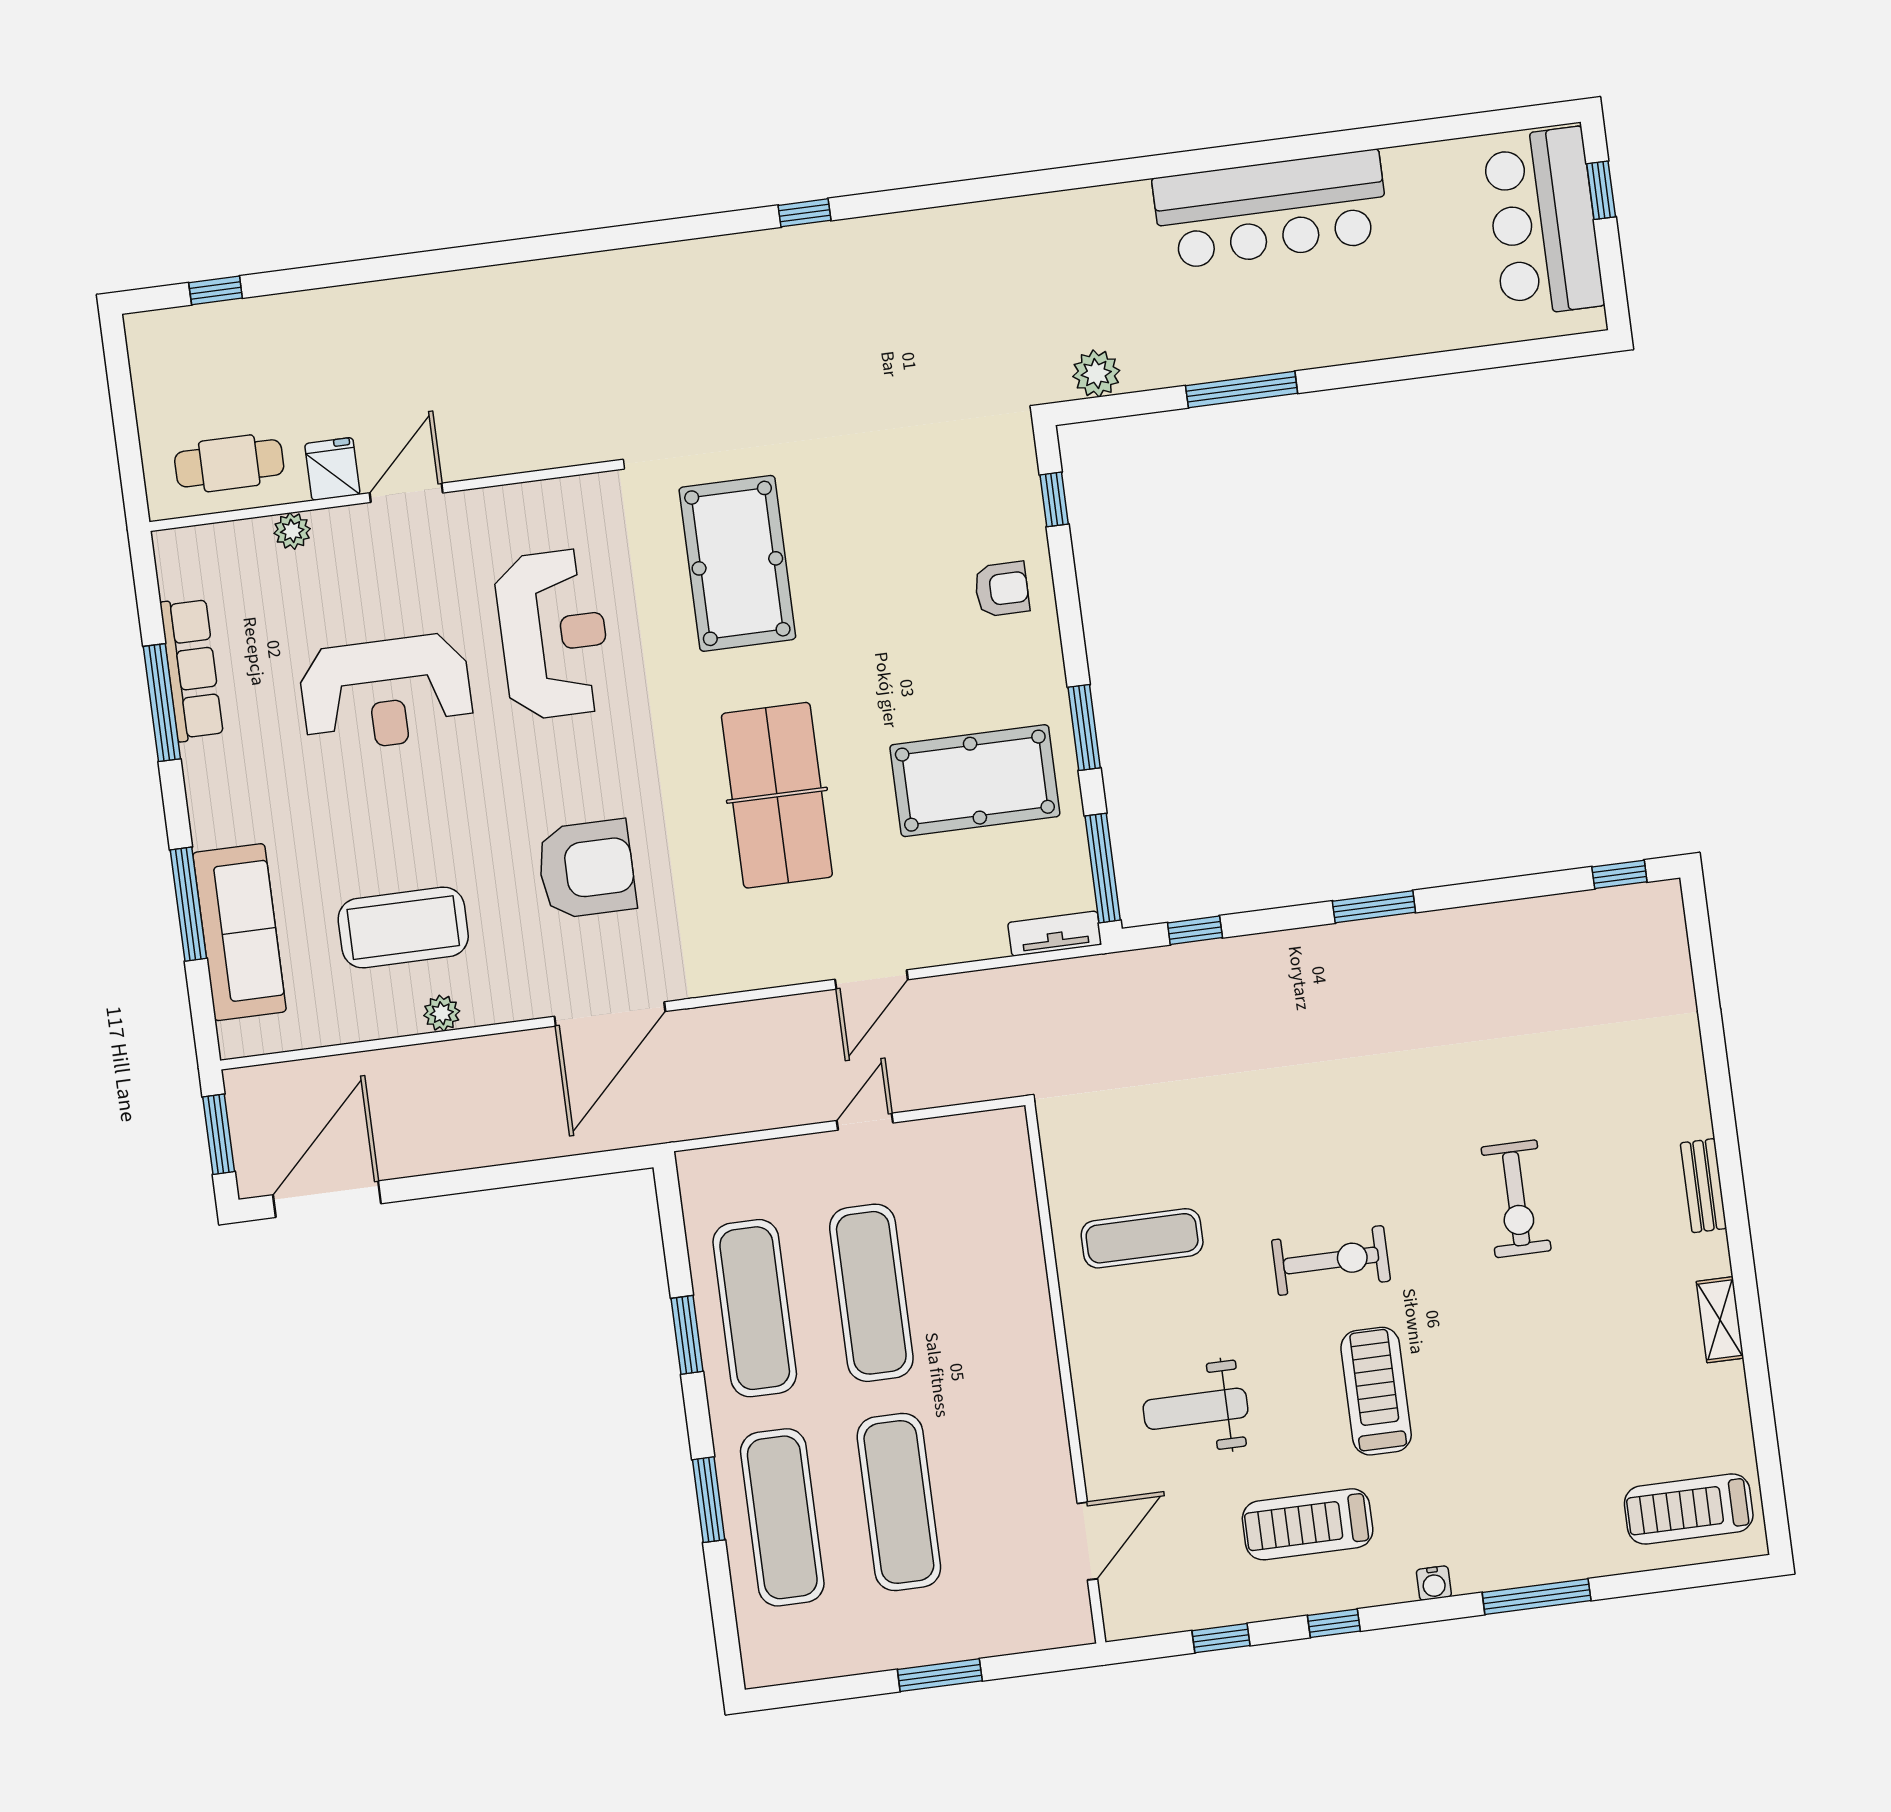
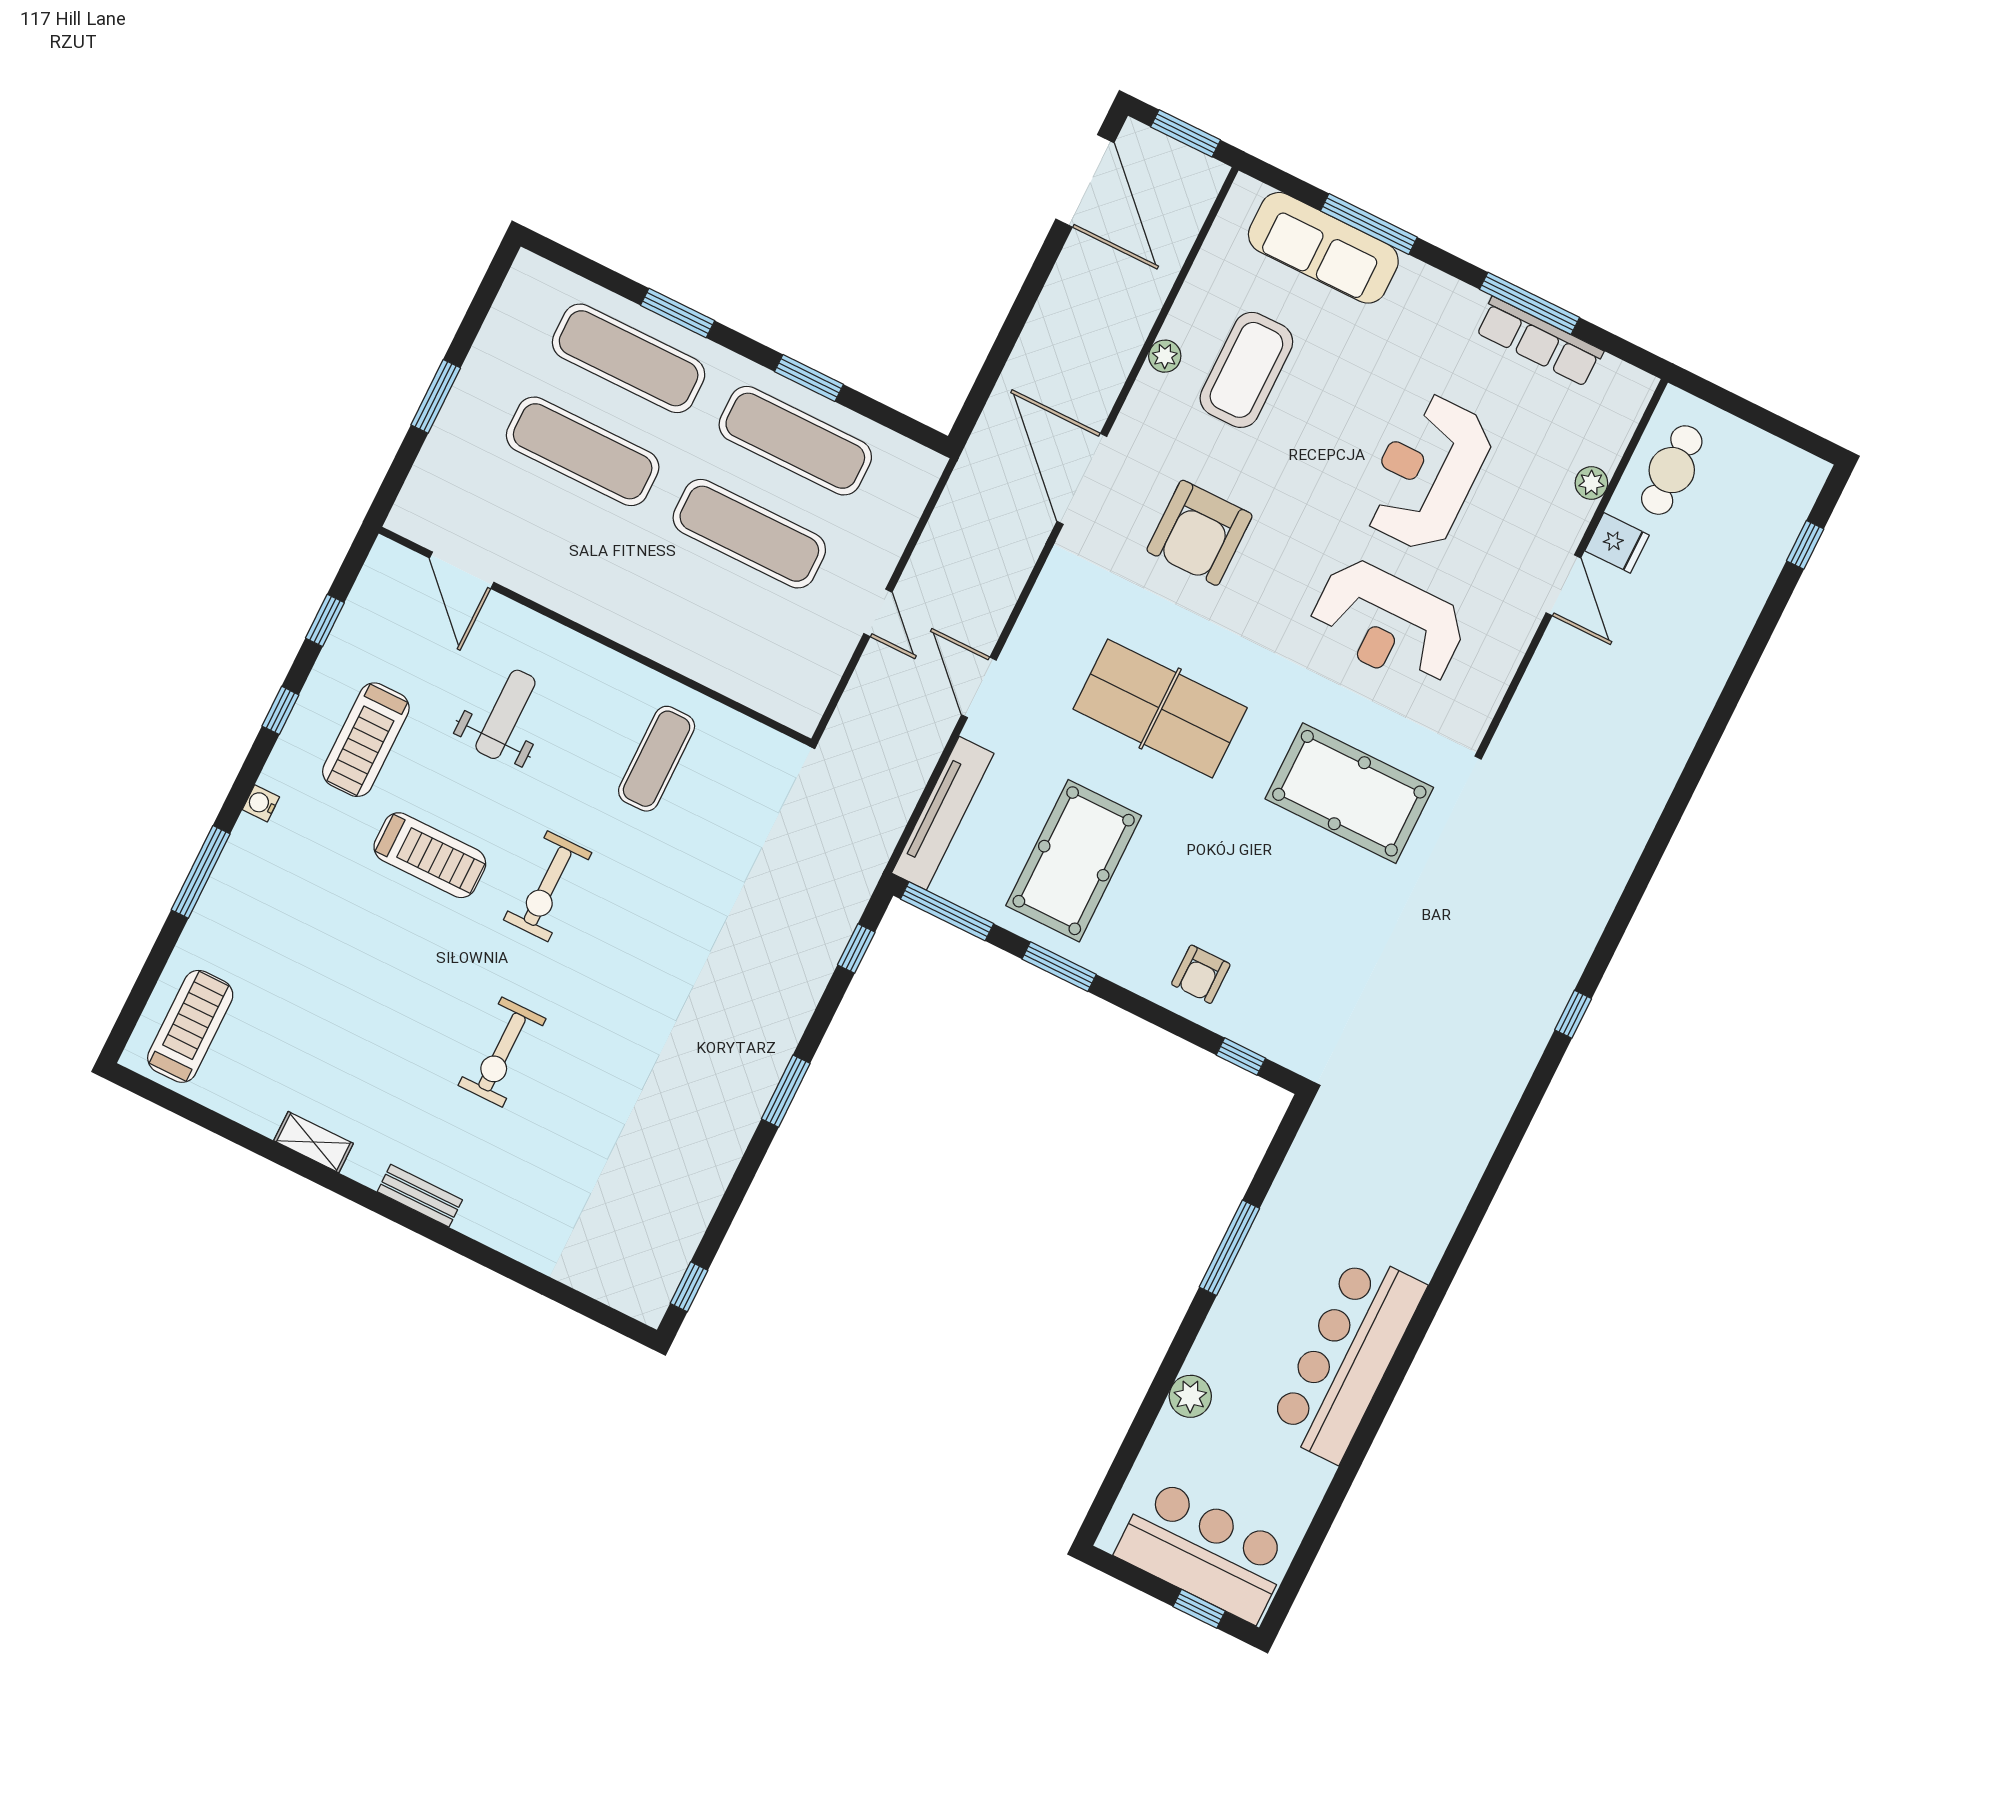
plant: (1096, 373) -> (1190, 1396), moved
tv unit: (1055, 934) -> (943, 813), width x1.92, depth x1.29
exercise bike: (1516, 1199) -> (502, 1052), turned -90
treadmill: (1308, 1524) -> (366, 740), turned 180

